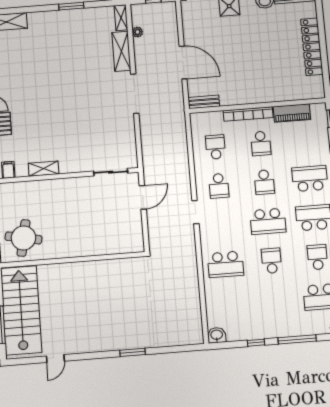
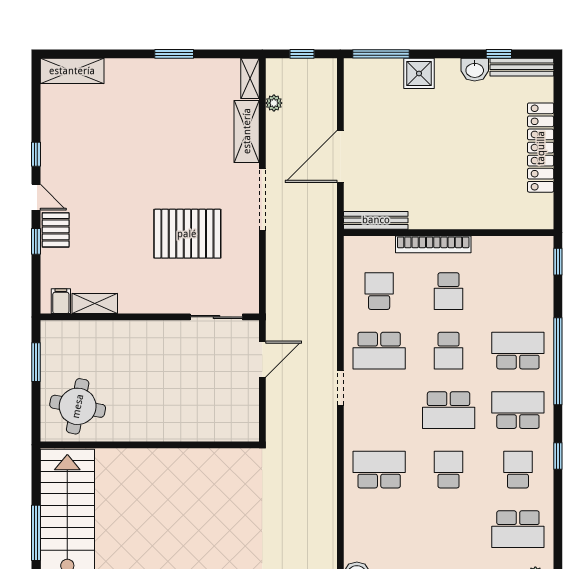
door: (183, 62) -> (340, 156), swing flipped
bench: (204, 102) -> (376, 220), width x1.36
piano: (292, 113) -> (500, 248), removed
pallet: (88, 120) -> (187, 234), added
shelving: (44, 169) -> (95, 304), moved
school desk: (219, 186) -> (379, 351), width x1.85
school desk: (226, 264) -> (379, 470), turned 180

